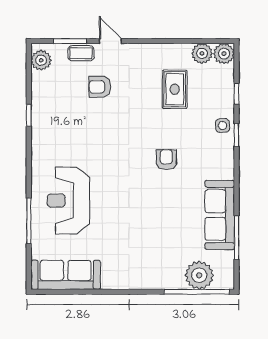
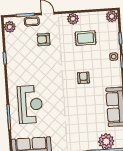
plant: (202, 53) -> (73, 19), moved
rug: (175, 89) -> (86, 38), turned 90
reception desk: (68, 201) -> (30, 104), turned 180

